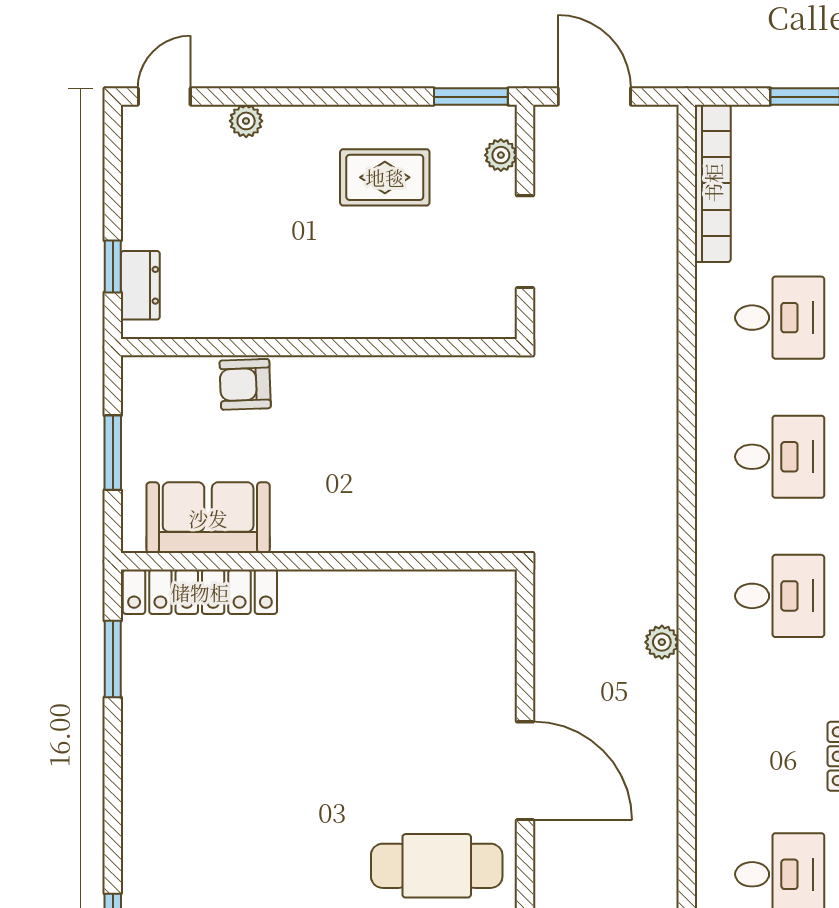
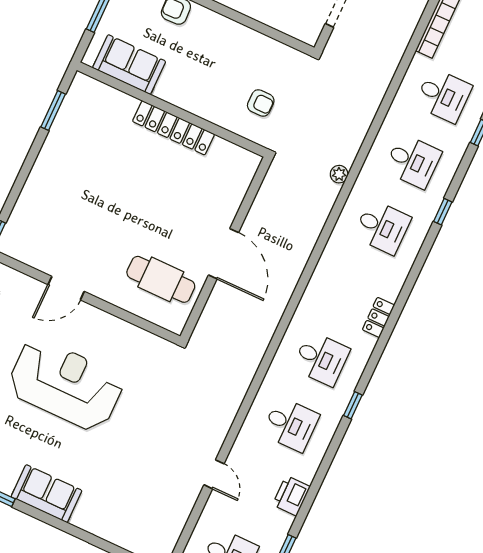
armchair: (468, 478) -> (261, 103), added
locker: (200, 592) -> (173, 128), moved
plant: (662, 642) -> (339, 174), moved

